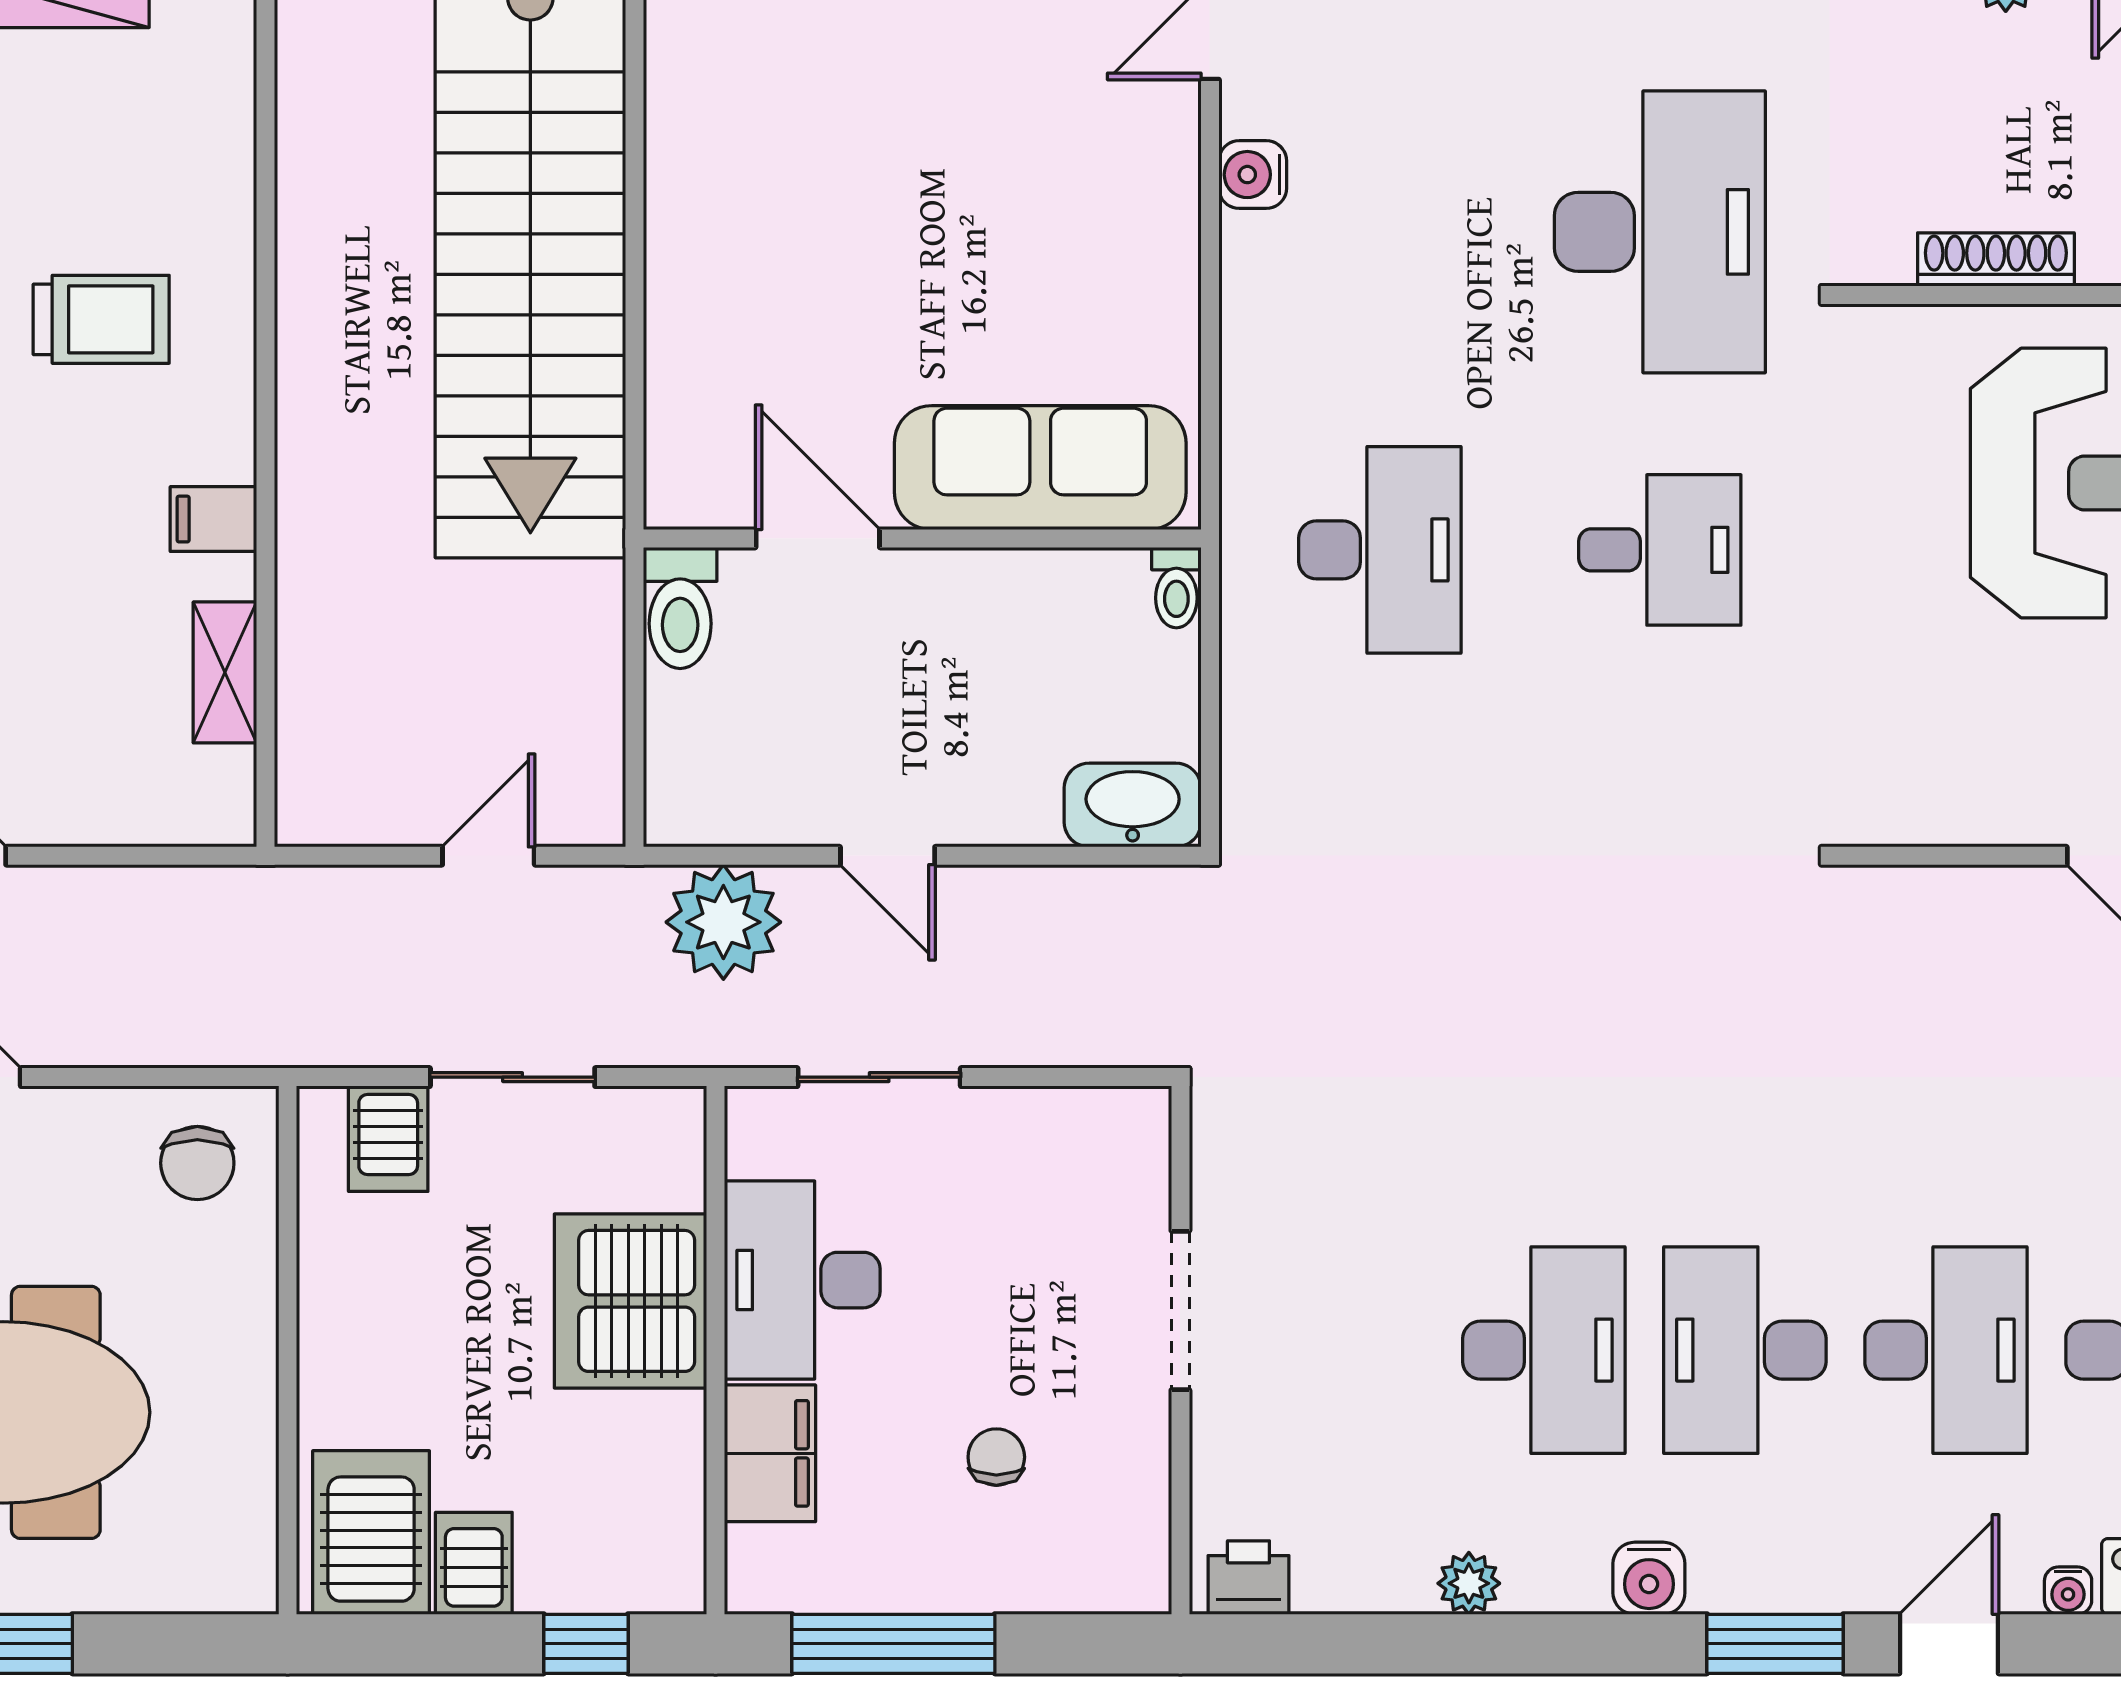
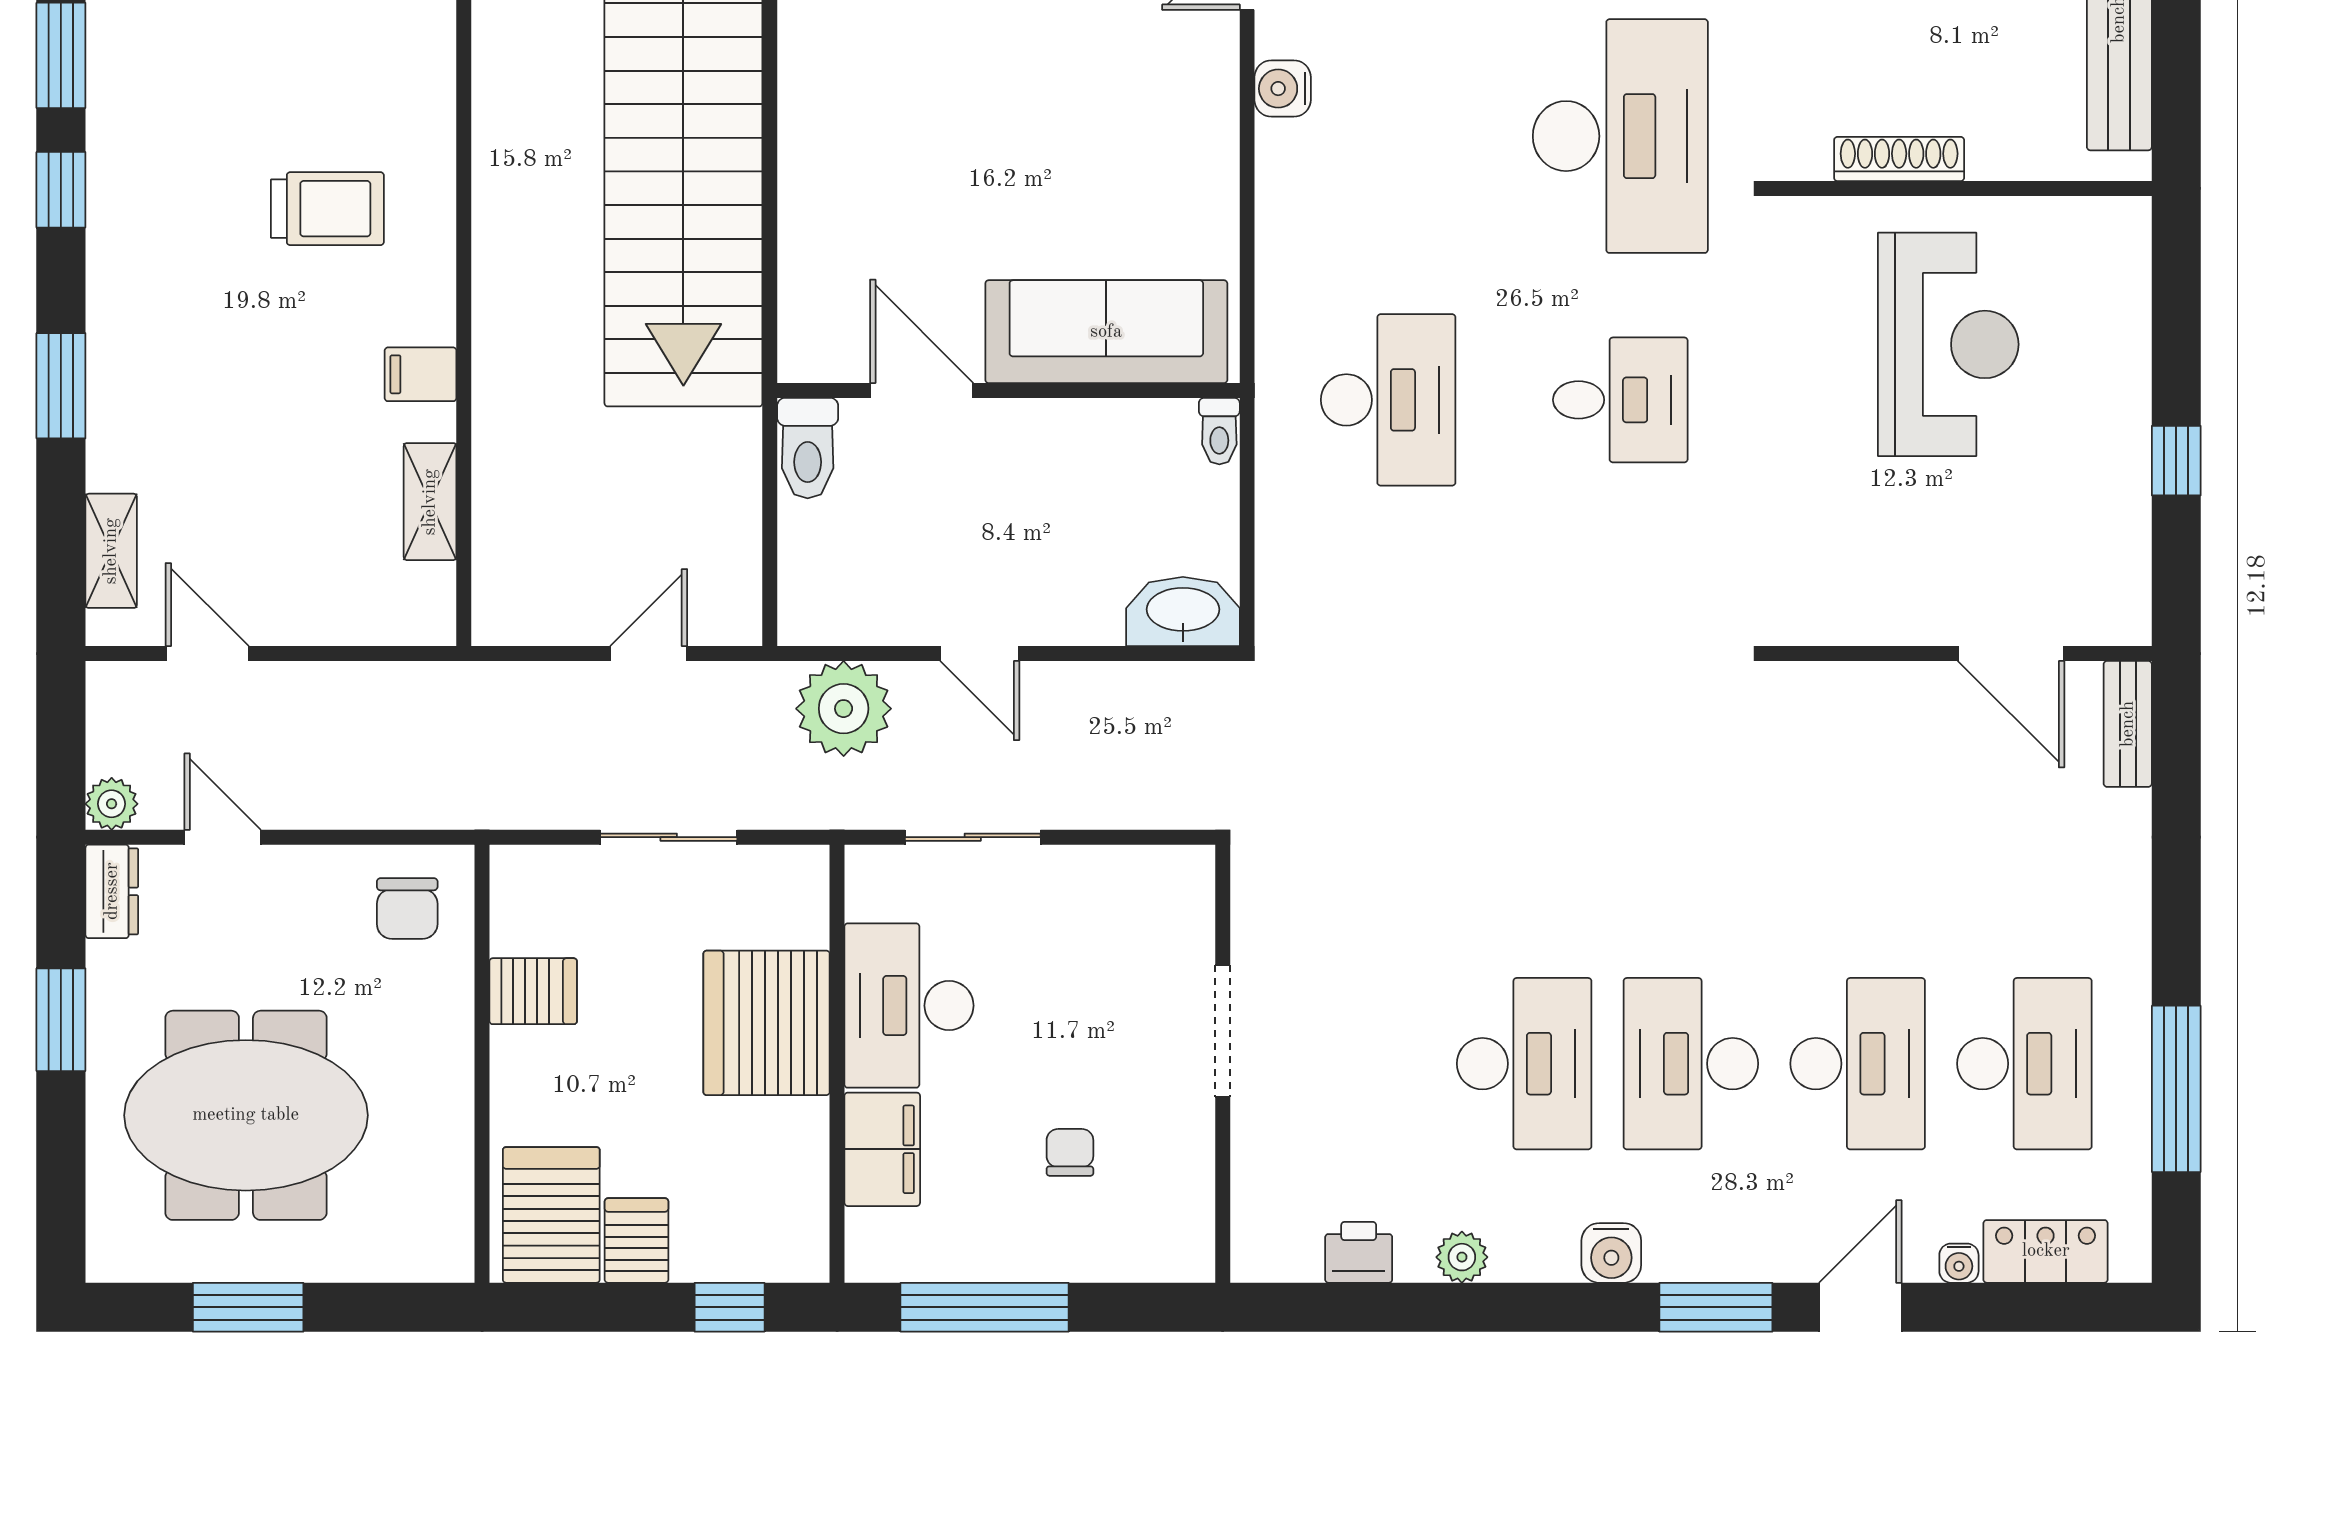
server rack: (388, 1139) -> (533, 991), moved, turned -90
printer: (1248, 1578) -> (1359, 1252), moved

